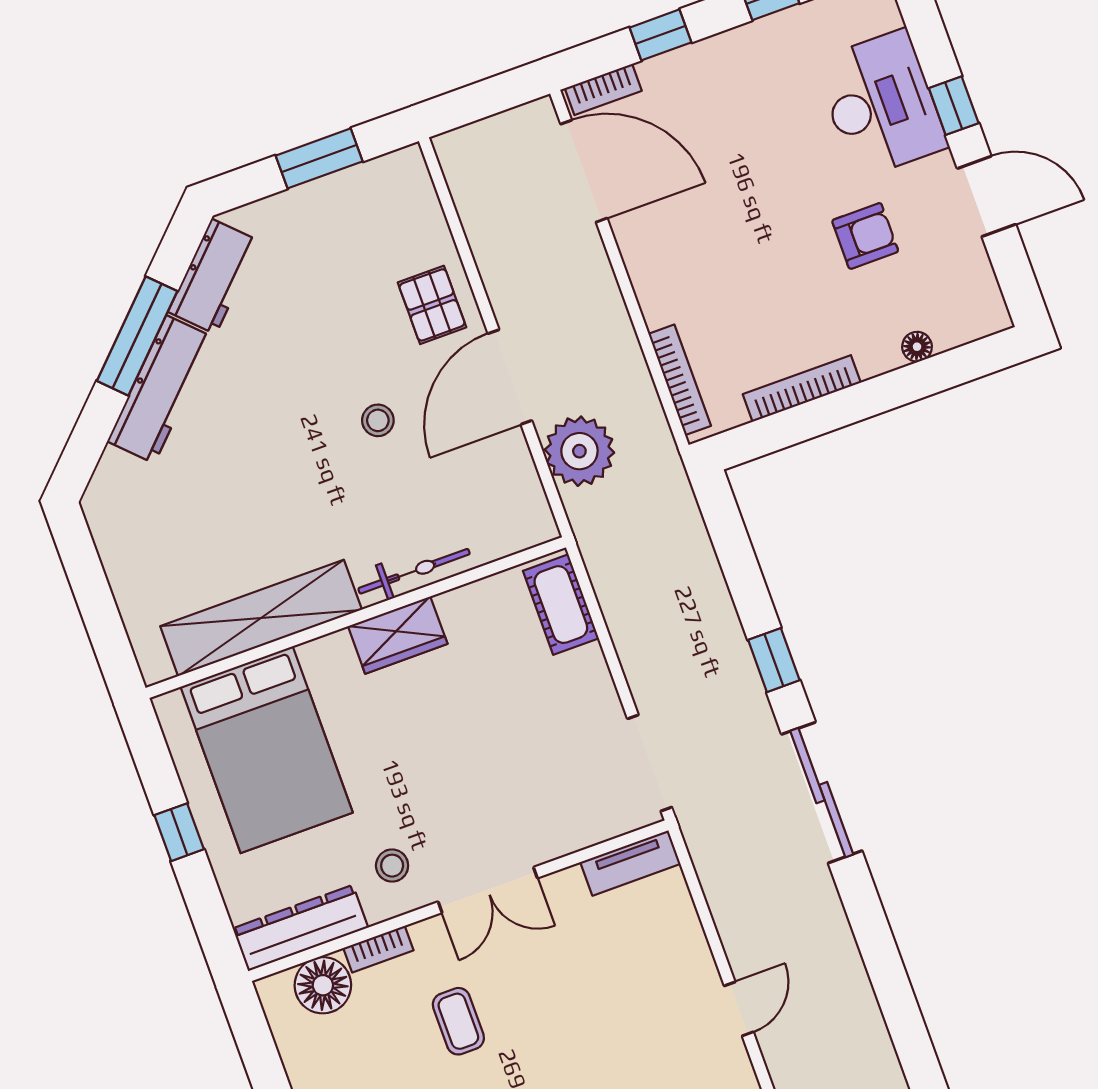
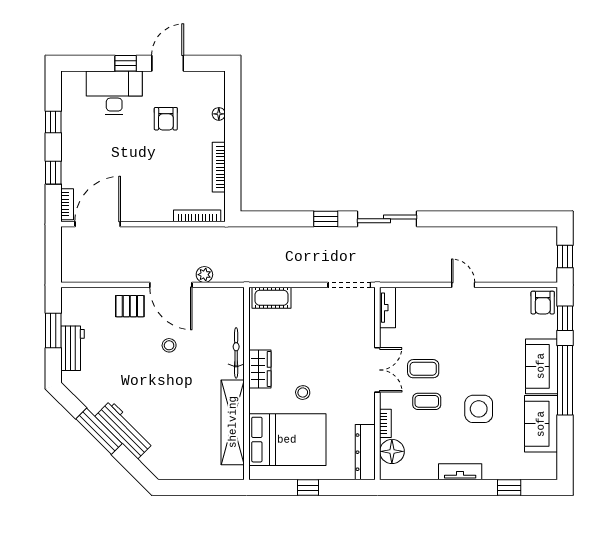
armchair: (865, 236) -> (166, 119), turned 180
workbench: (214, 276) -> (72, 348), moved, turned 45
plant: (579, 451) -> (204, 275), width x0.53, depth x0.53
stool: (392, 866) -> (303, 393), moved
coffee table: (526, 988) -> (423, 369), added

